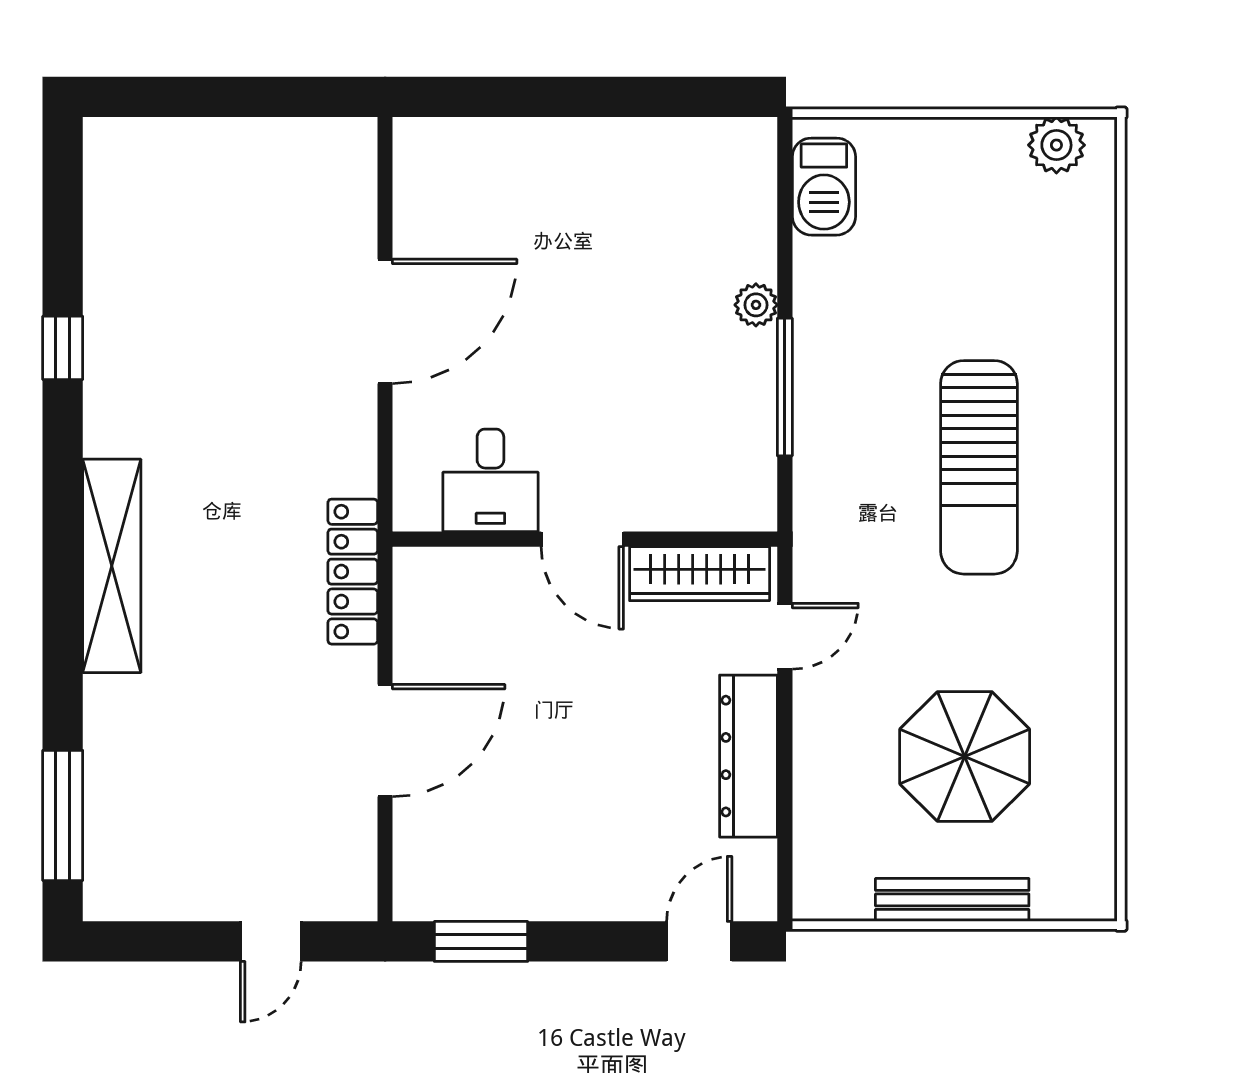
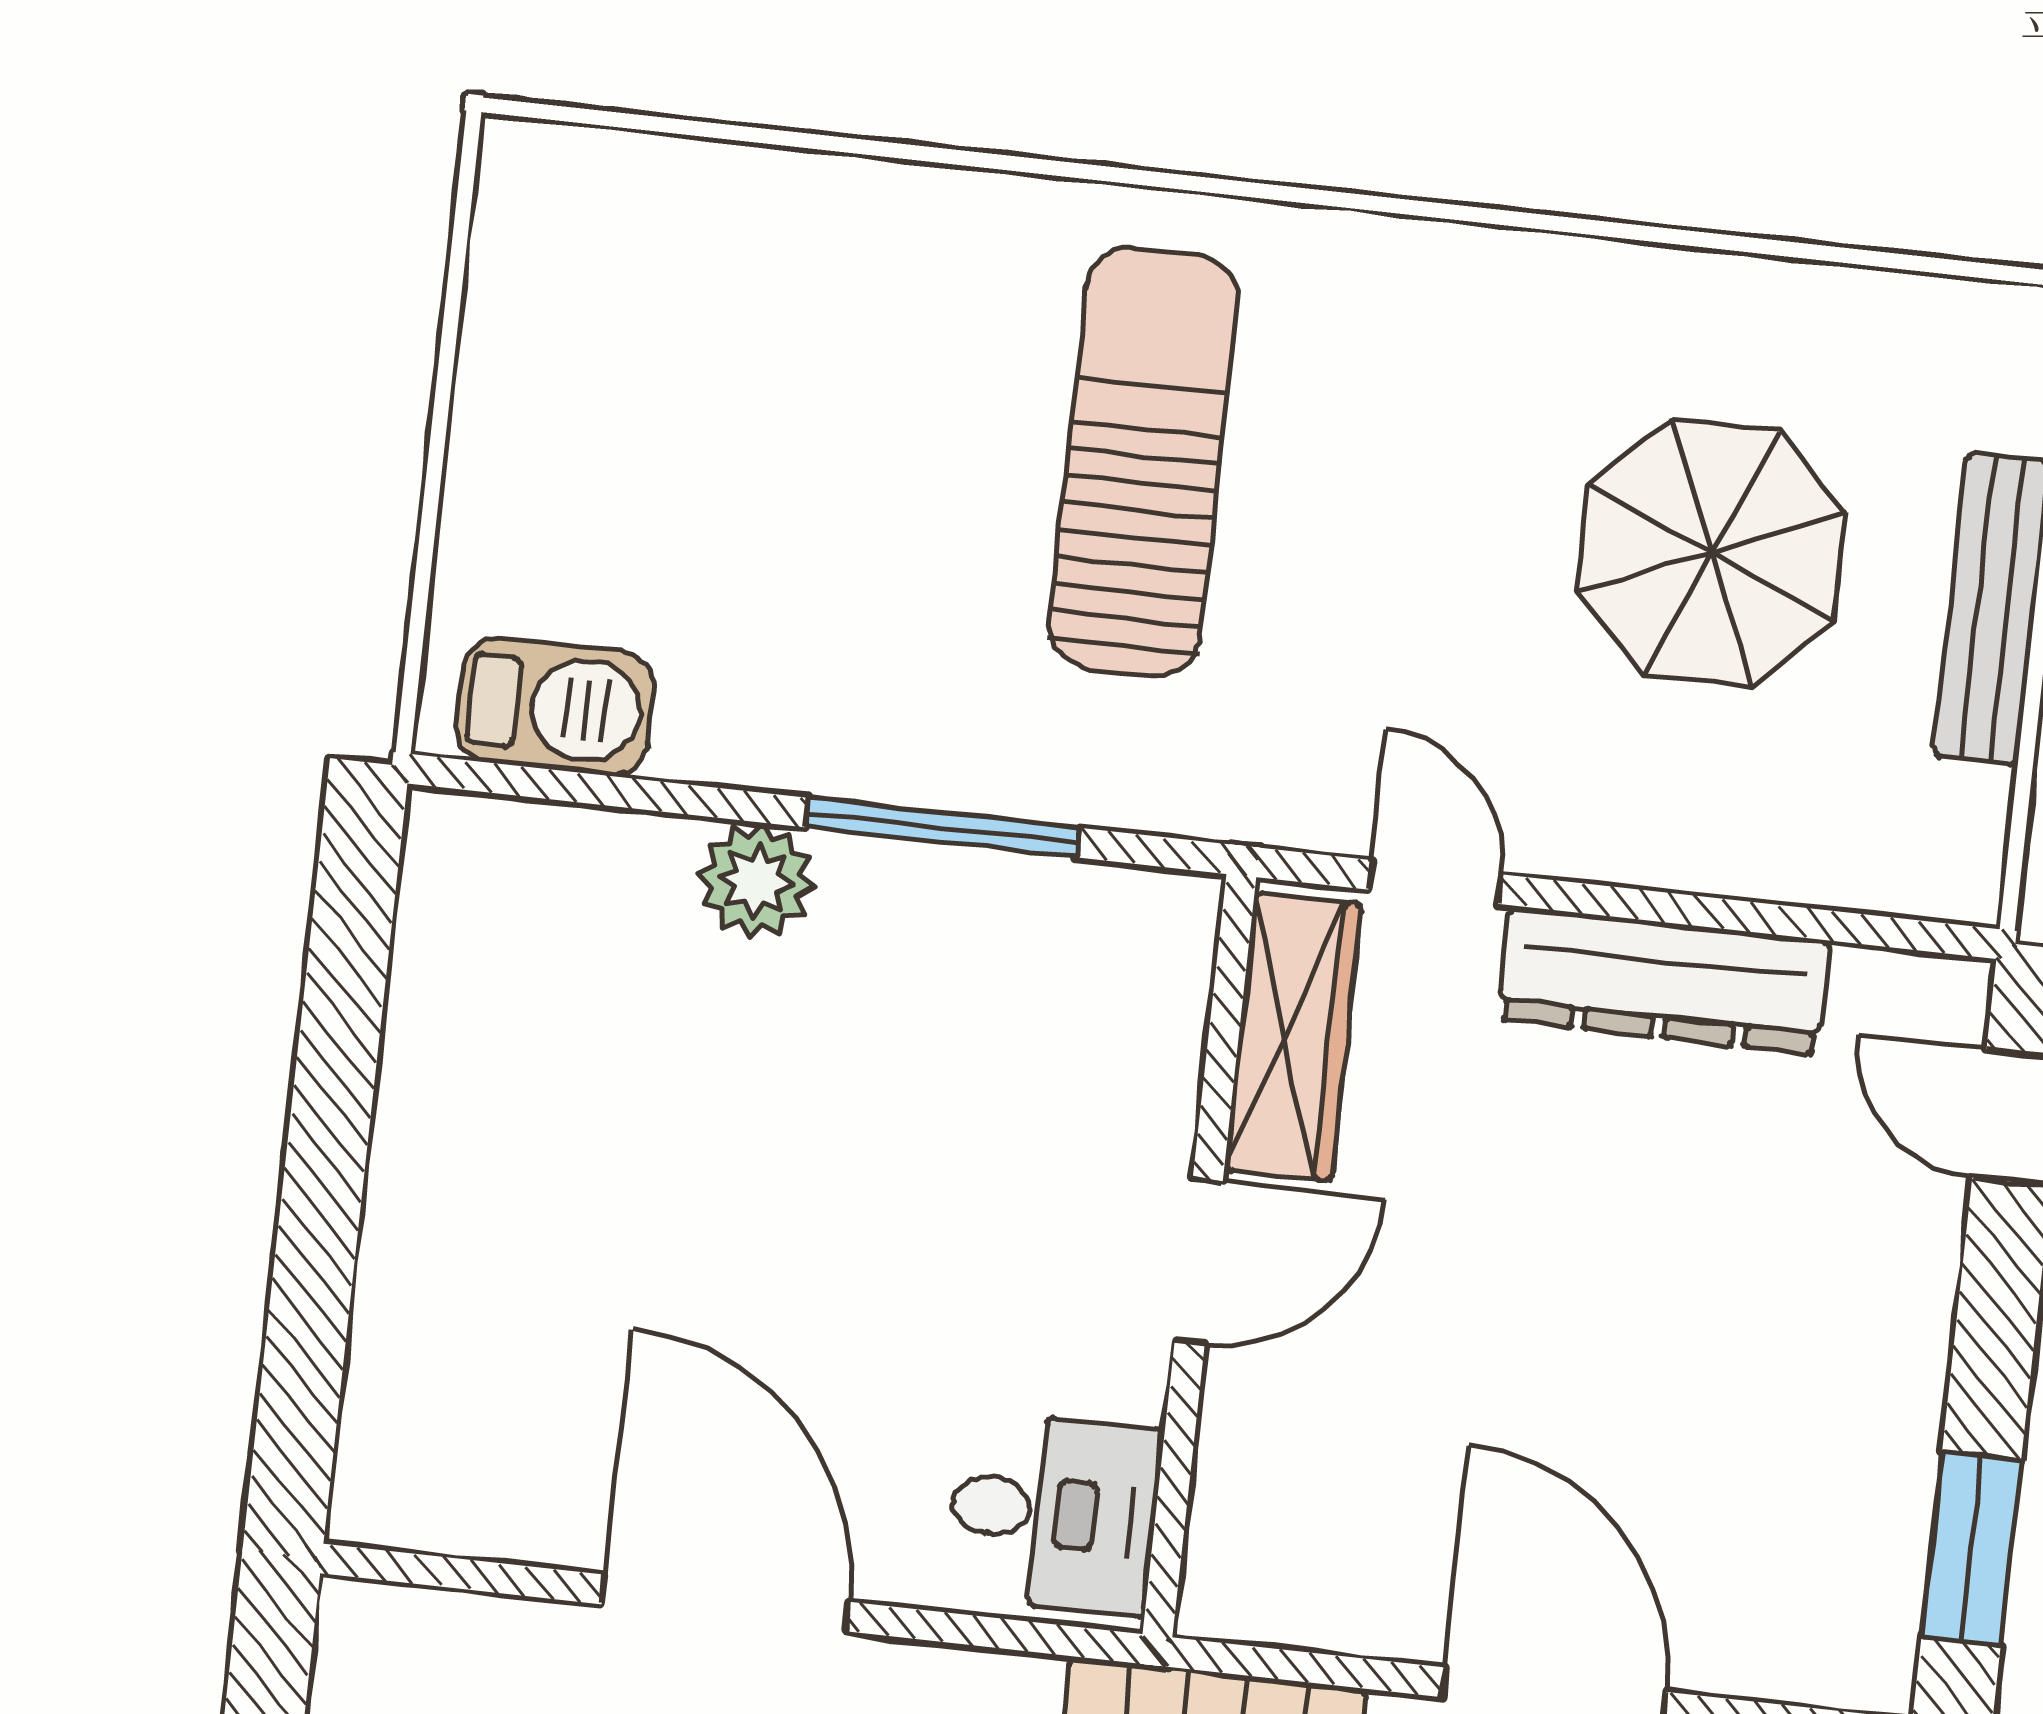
plant: (1056, 145) -> (524, 238), removed
plant: (756, 305) -> (756, 881), width x1.38, depth x1.38
sun lounger: (979, 467) -> (1143, 462), turned -90
desk: (490, 480) -> (1053, 1513), moved

